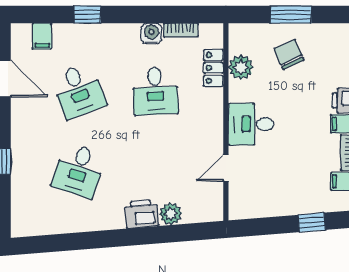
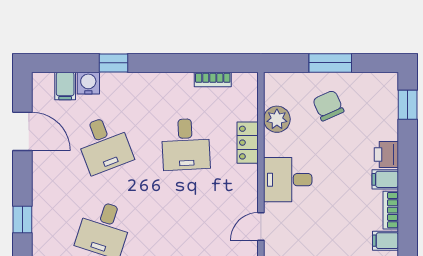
water cooler: (151, 34) -> (88, 83), moved
locker: (213, 68) -> (248, 143), moved

